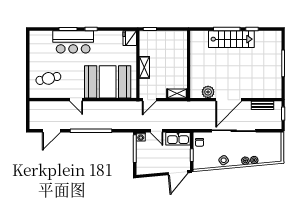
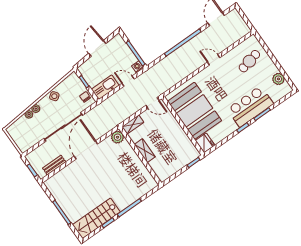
stairs: (231, 39) -> (96, 218), moved
plant: (35, 48) -> (278, 79), added
shelving: (144, 67) -> (145, 151), moved
booth: (108, 82) -> (195, 111), moved, turned 90
plant: (208, 92) -> (118, 137), moved
door: (149, 100) -> (152, 103), swing flipped
door: (178, 173) -> (97, 48), moved

